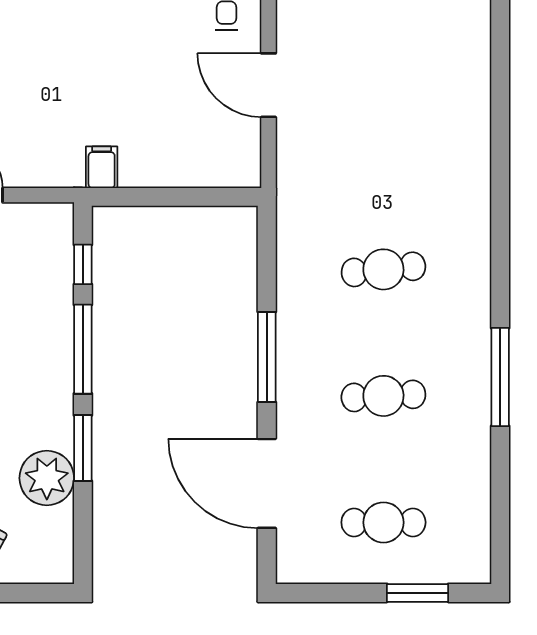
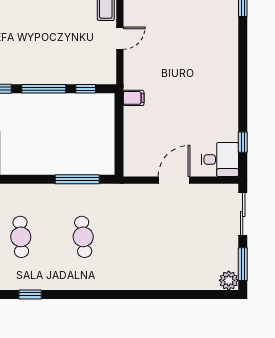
window: (267, 357) -> (77, 179), moved
window: (500, 377) -> (30, 294), width x0.46

